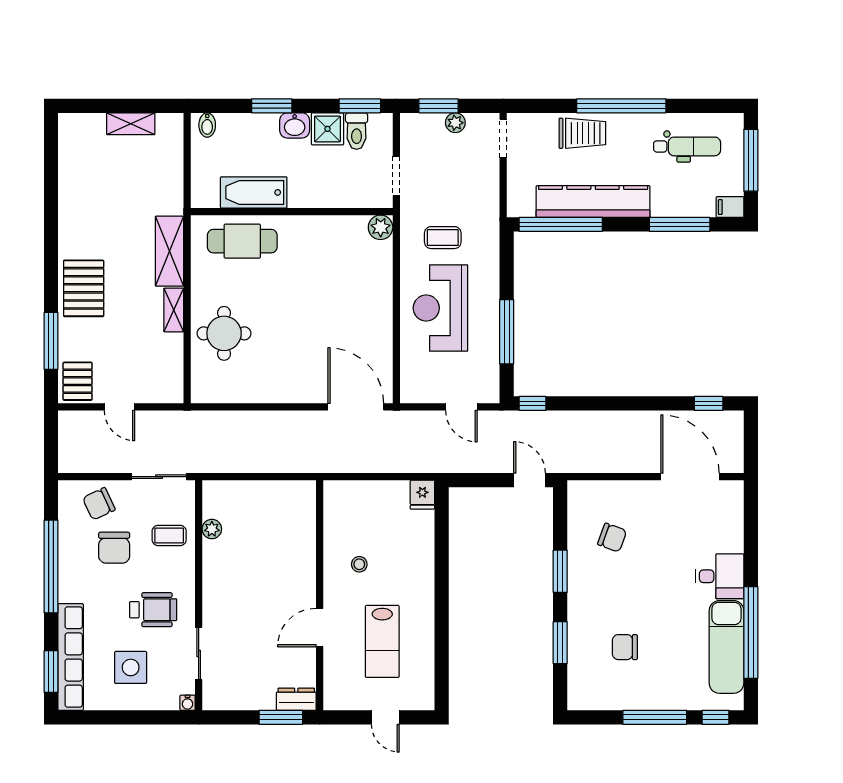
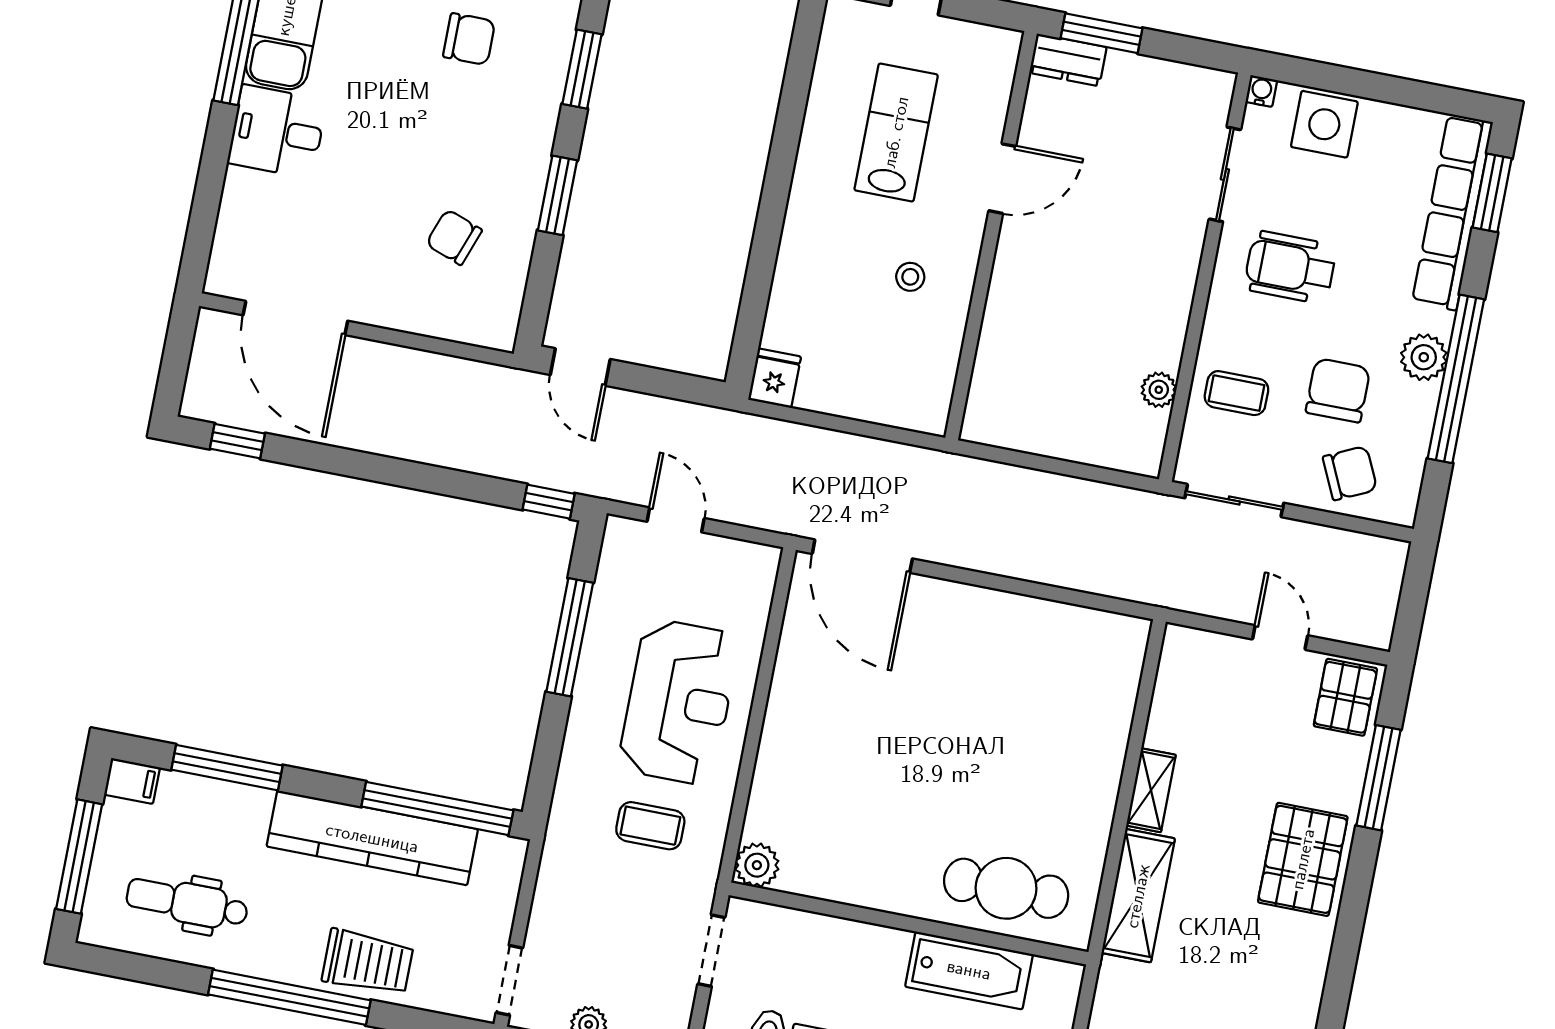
trolley: (582, 133) -> (368, 962), turned 180
round table: (224, 333) -> (1070, 731), removed
plant: (71, 575) -> (1424, 357), added
side table: (131, 667) -> (1324, 124), moved

